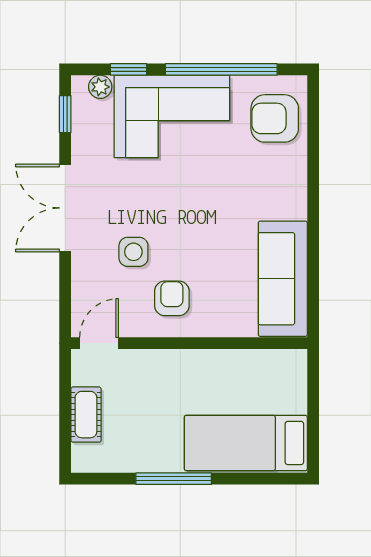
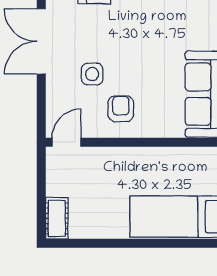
cot: (86, 415) -> (57, 218), moved
window: (174, 479) -> (122, 243), removed

